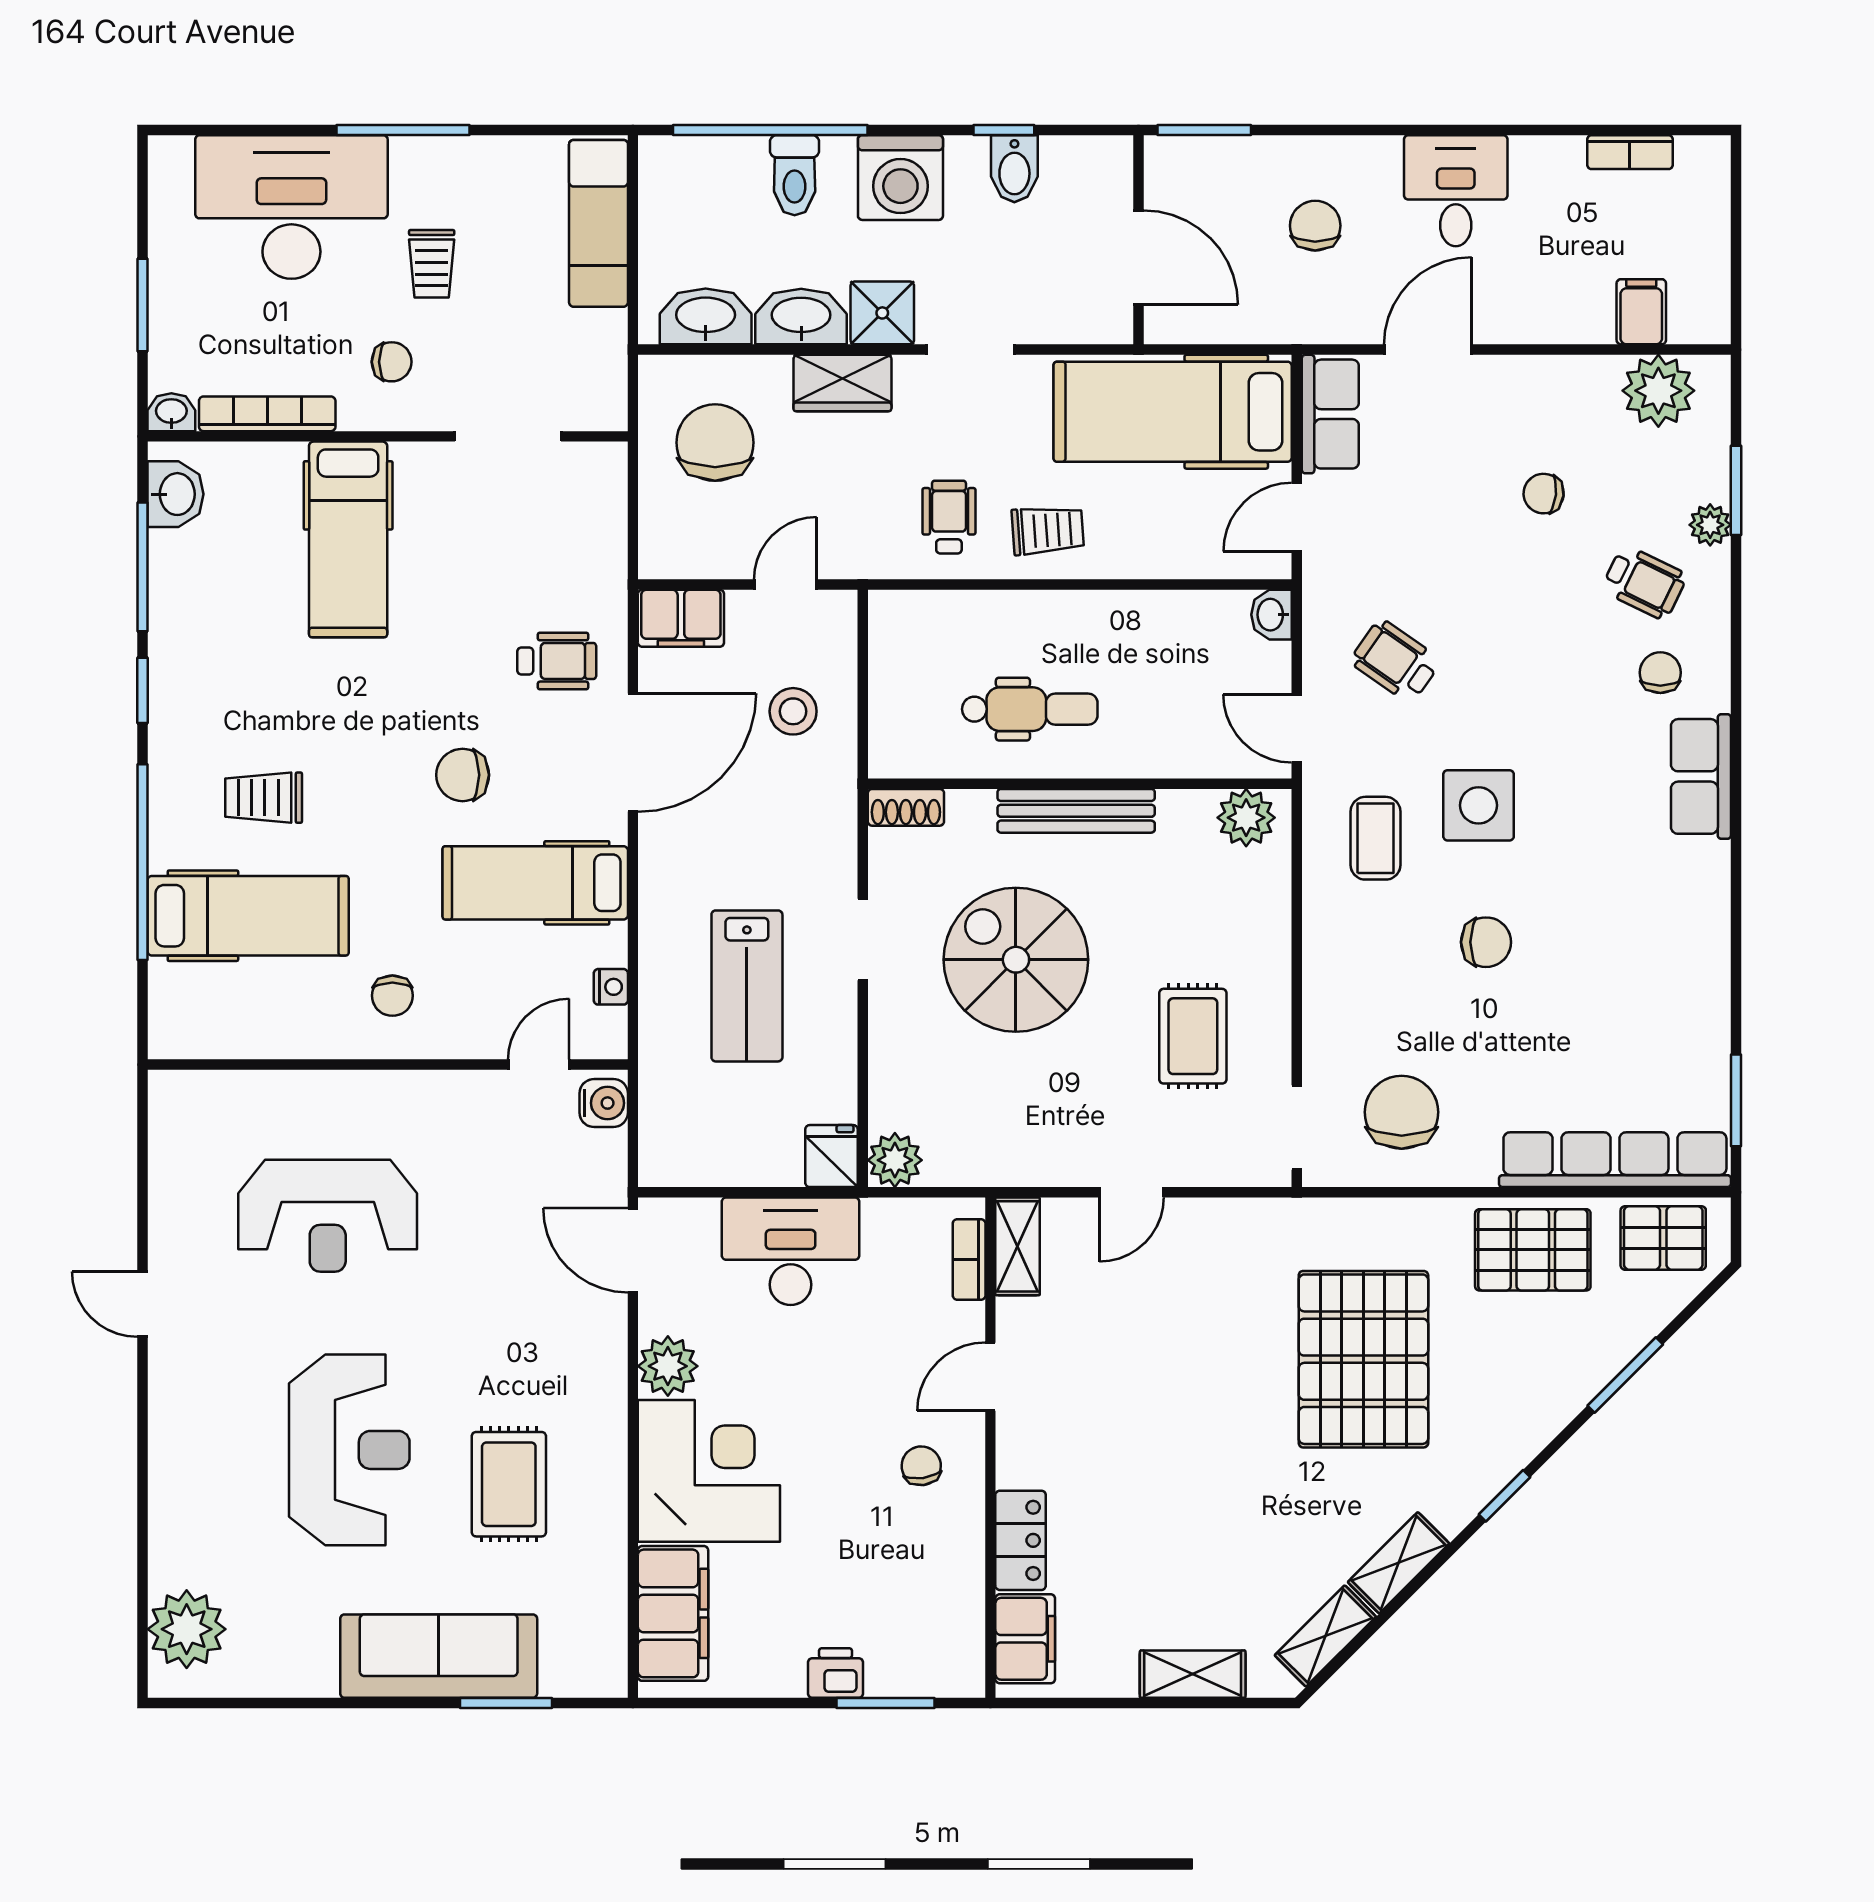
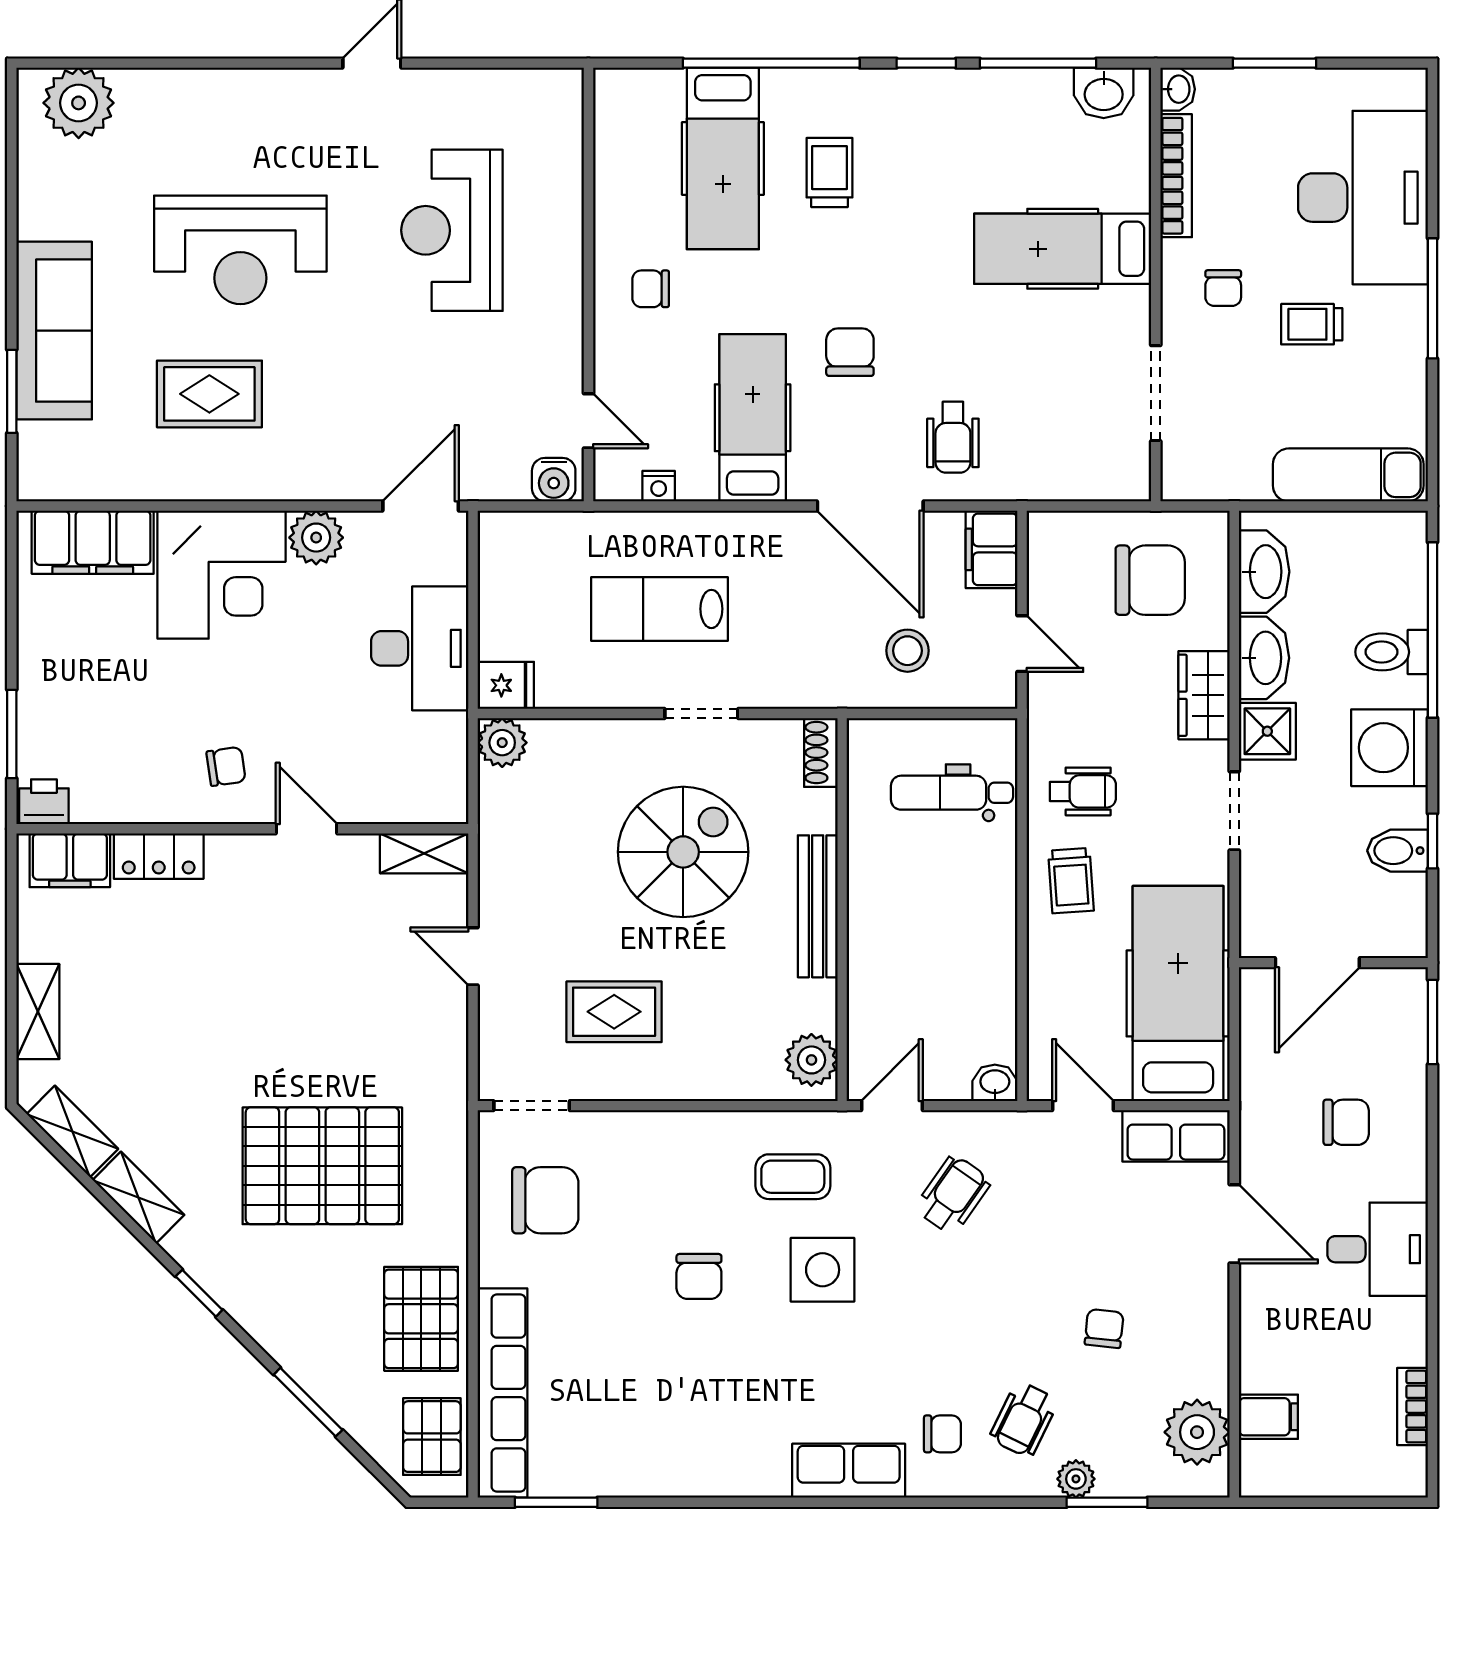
dental chair: (1030, 709) -> (952, 793), moved, turned 90
bookcase: (969, 1259) -> (412, 810), removed
printer: (835, 1673) -> (44, 802), moved, turned -90

